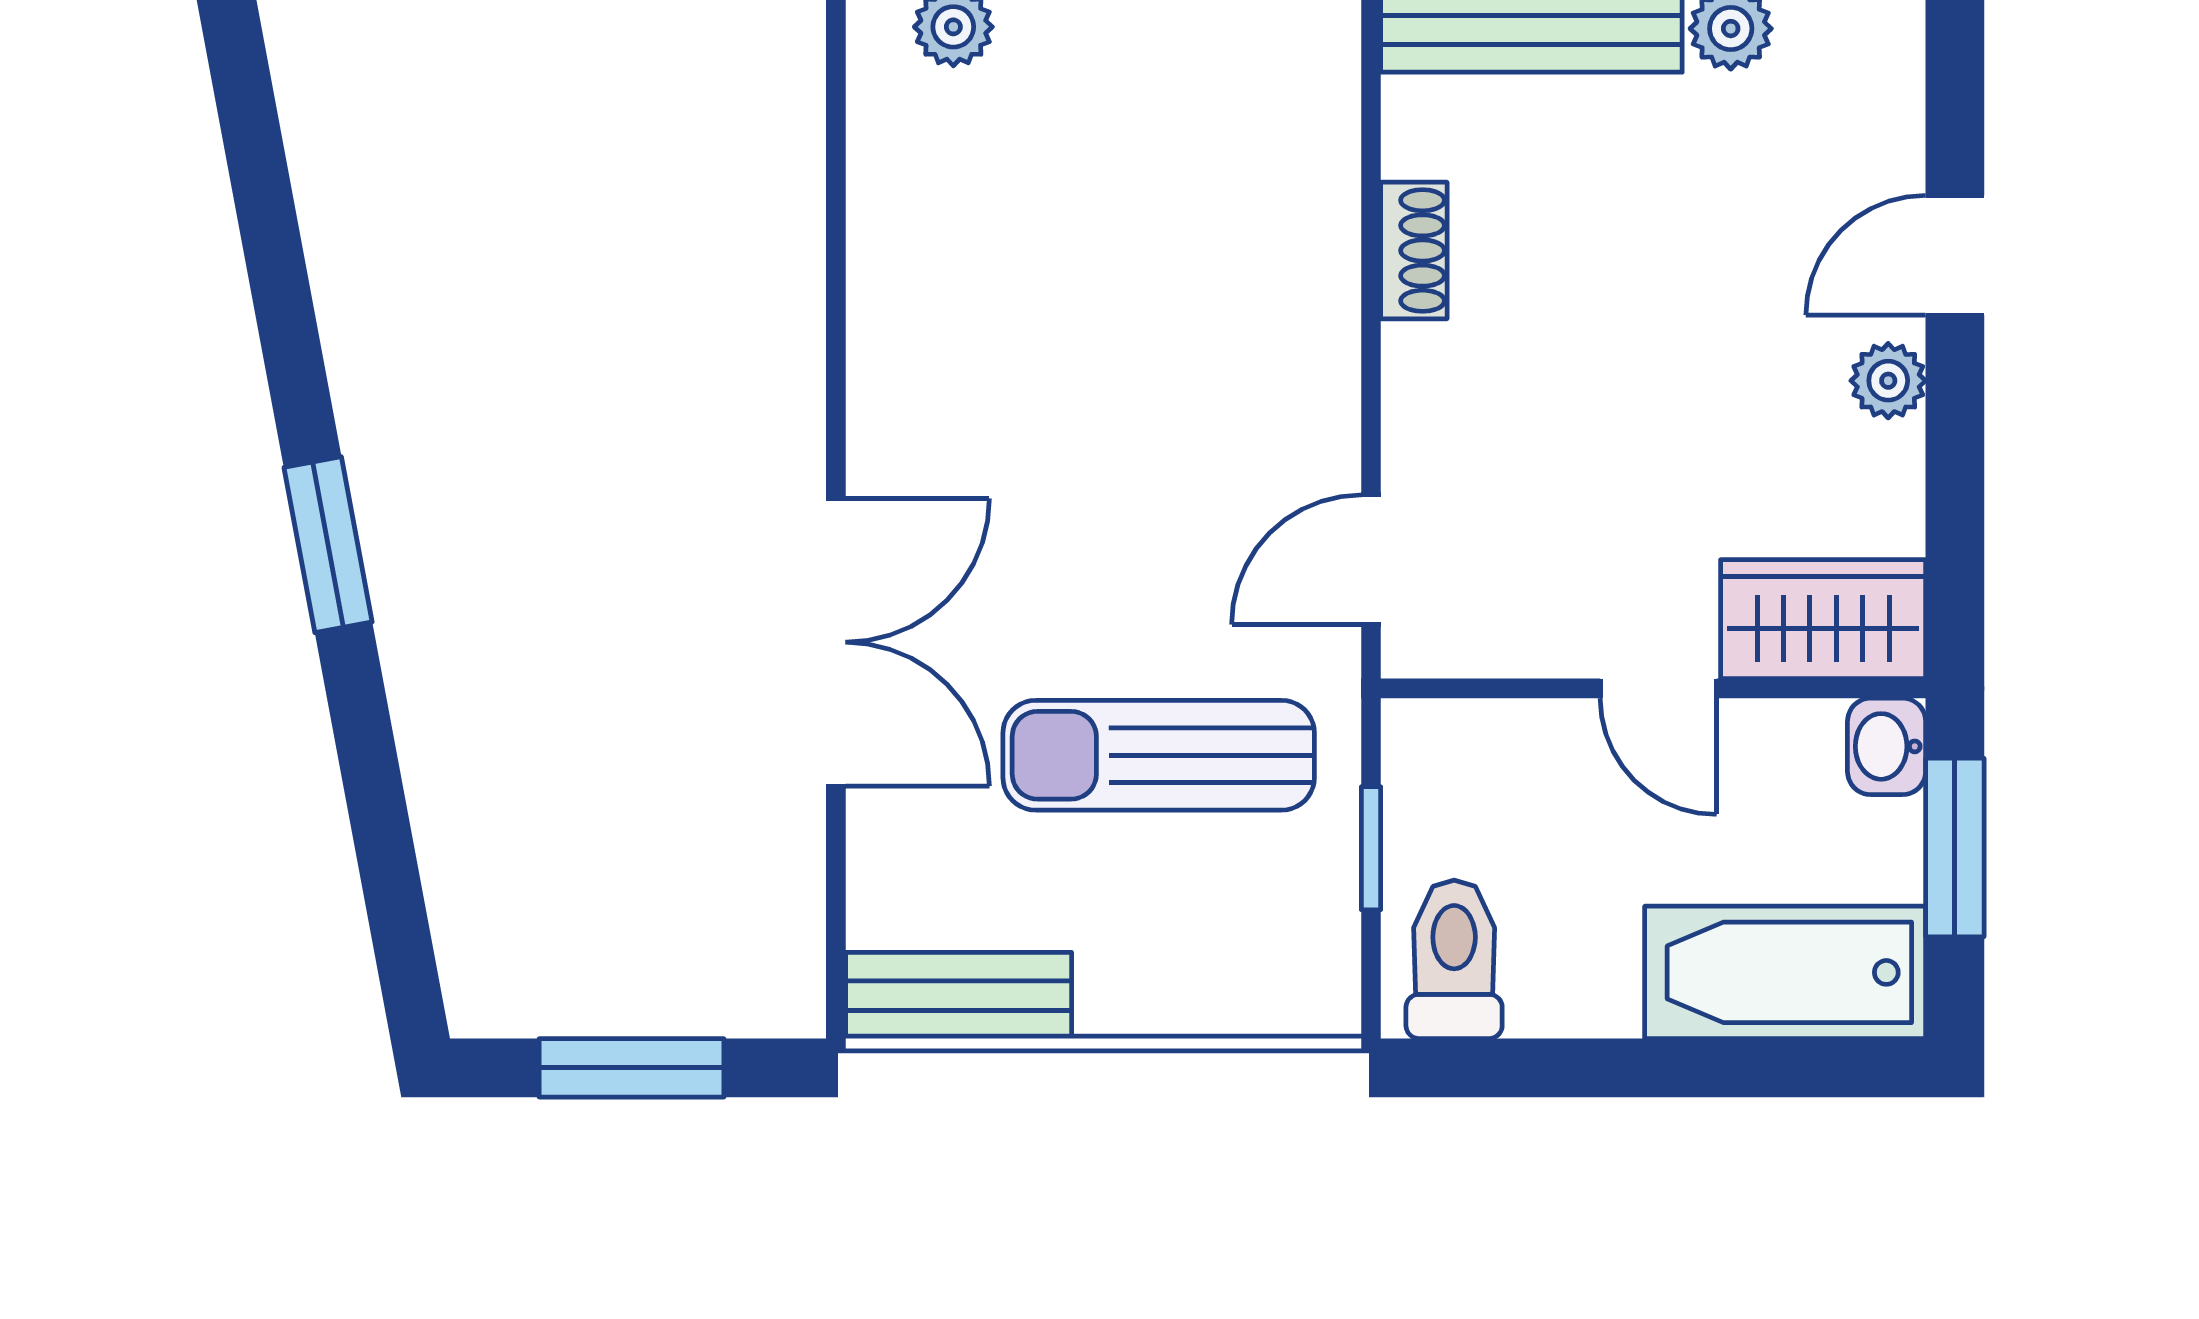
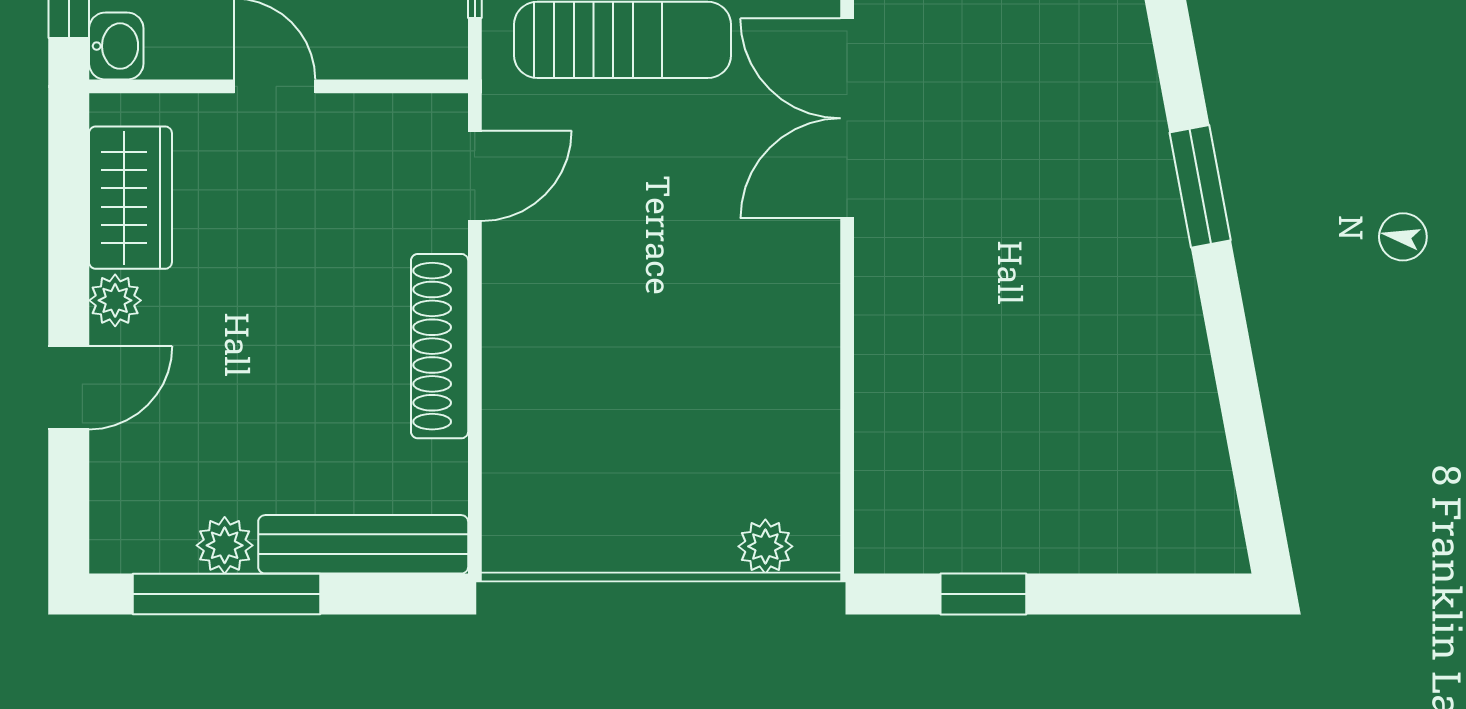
shoe rack: (1414, 251) -> (440, 346), width x1.94, depth x1.24
wardrobe: (1823, 619) -> (130, 198), moved, turned -90

